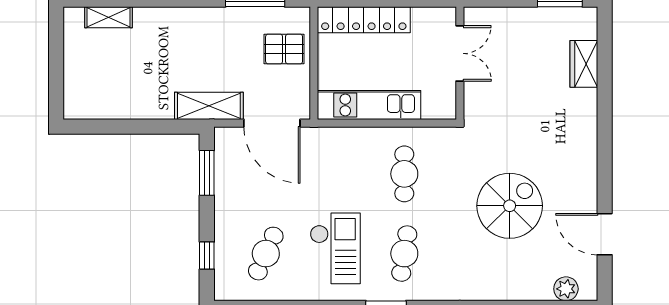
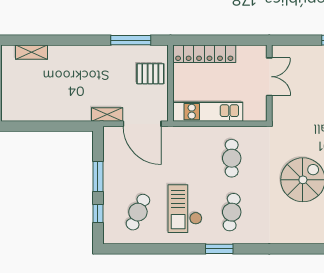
shelving: (209, 106) -> (107, 114), width x0.67, depth x0.75
window: (207, 173) -> (98, 177), moved
checkout: (335, 248) -> (185, 209), turned 180

